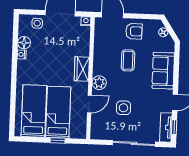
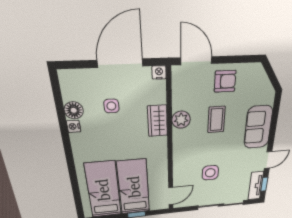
side table: (37, 23) -> (111, 106), moved
floor lamp: (163, 32) -> (263, 79), removed
wardrobe: (82, 69) -> (158, 121), moved
plant: (99, 83) -> (181, 120), moved
door: (89, 104) -> (171, 196), moved

